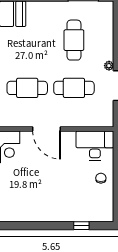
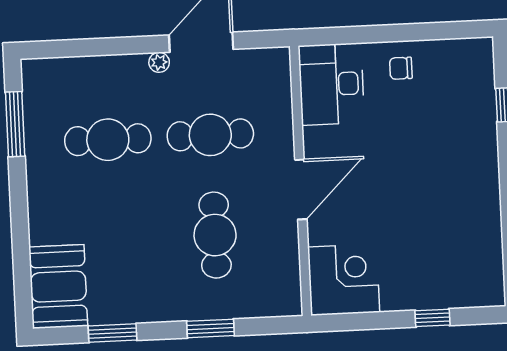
cafe table: (74, 88) -> (210, 135), turned 90

